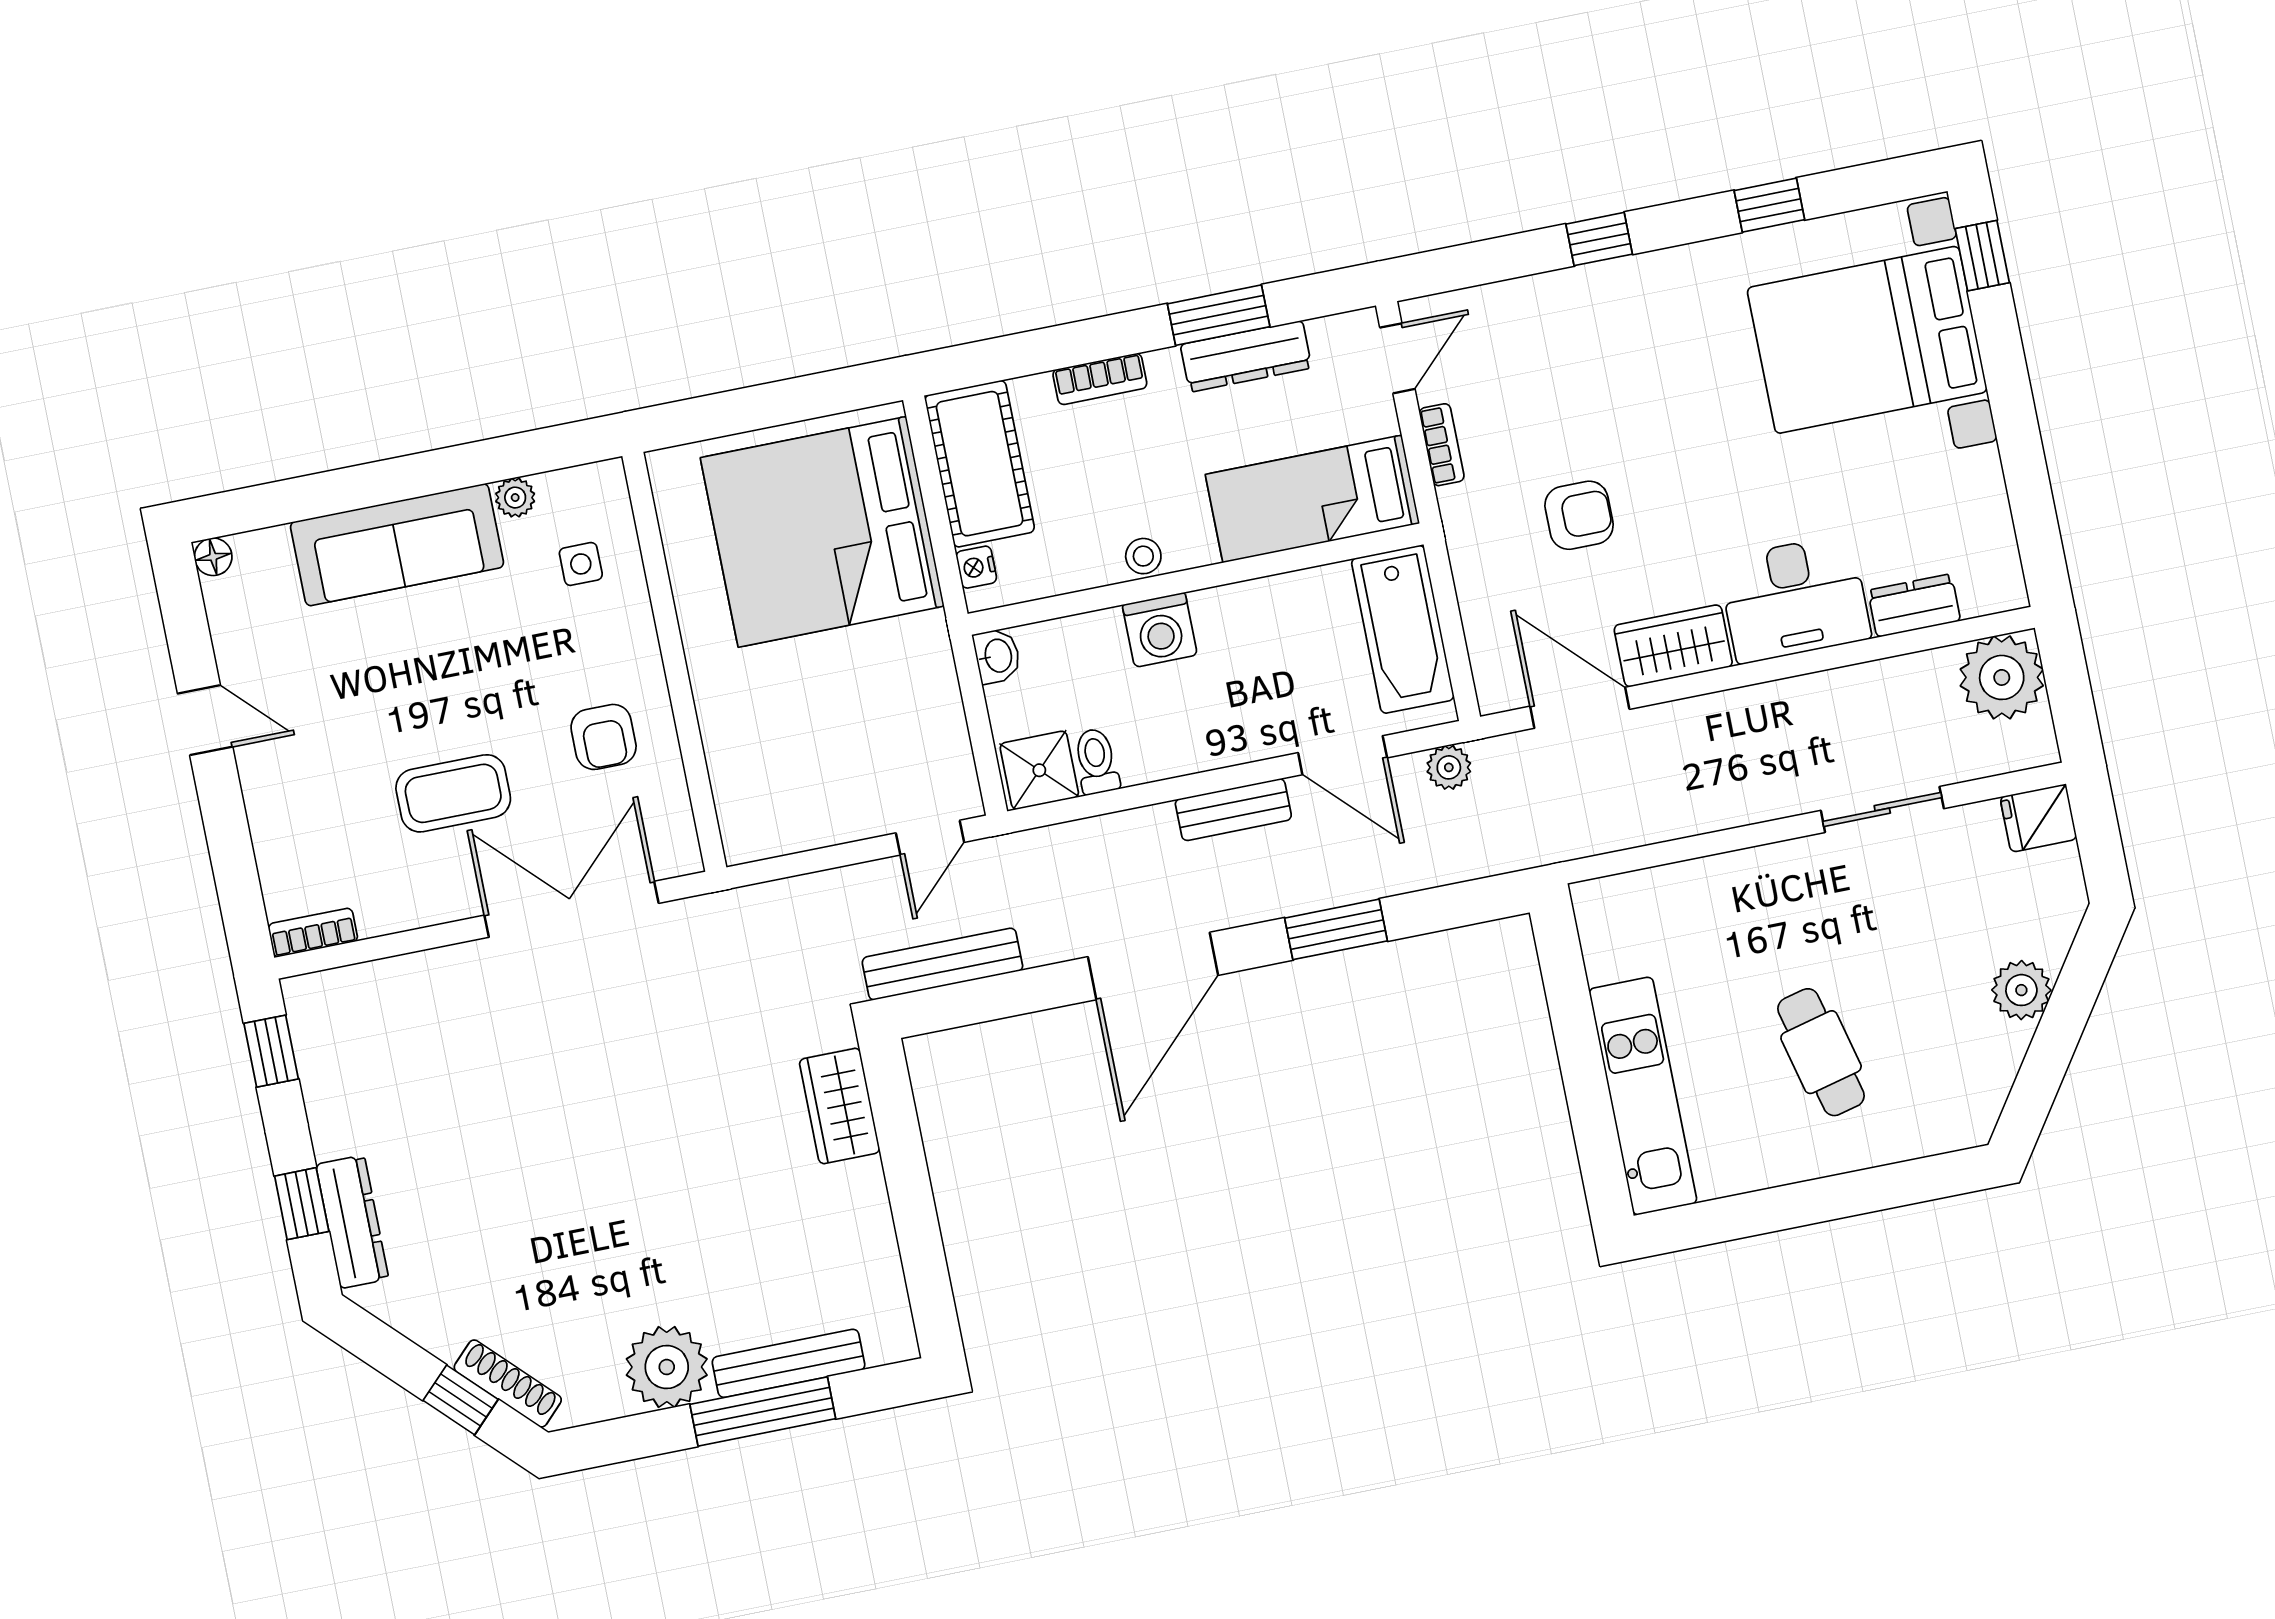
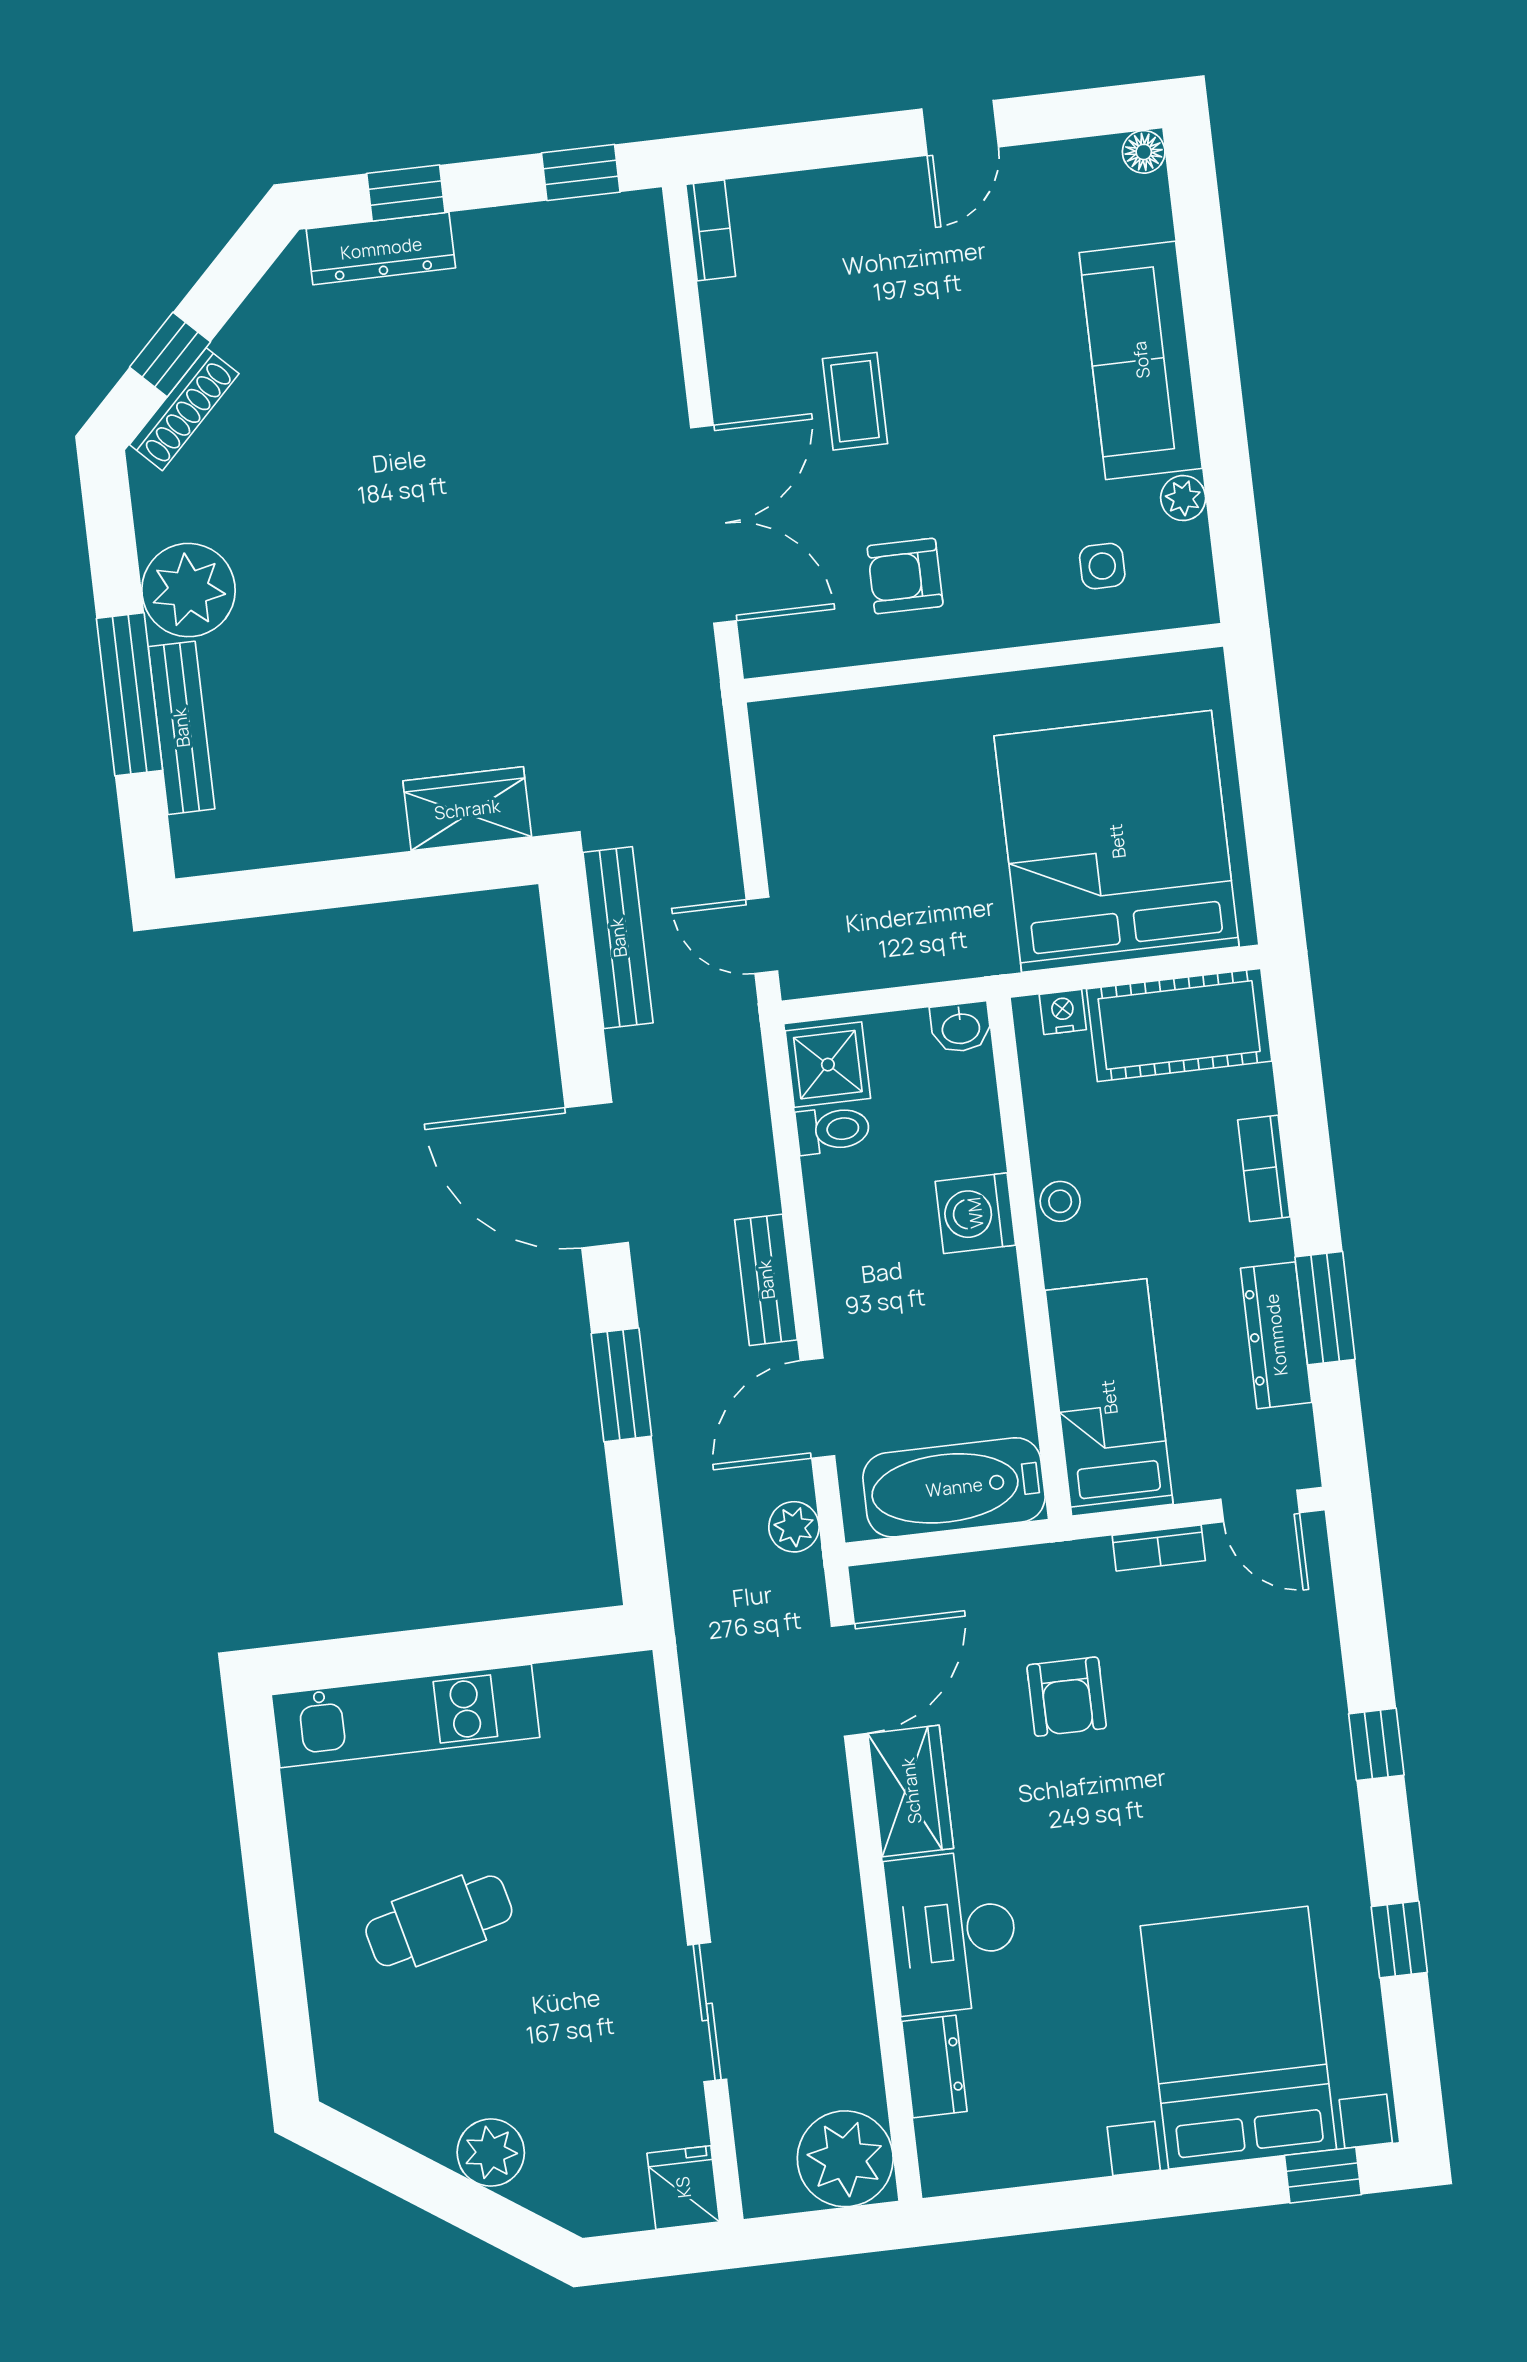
coffee table: (453, 793) -> (855, 401), width x0.73, depth x0.77

